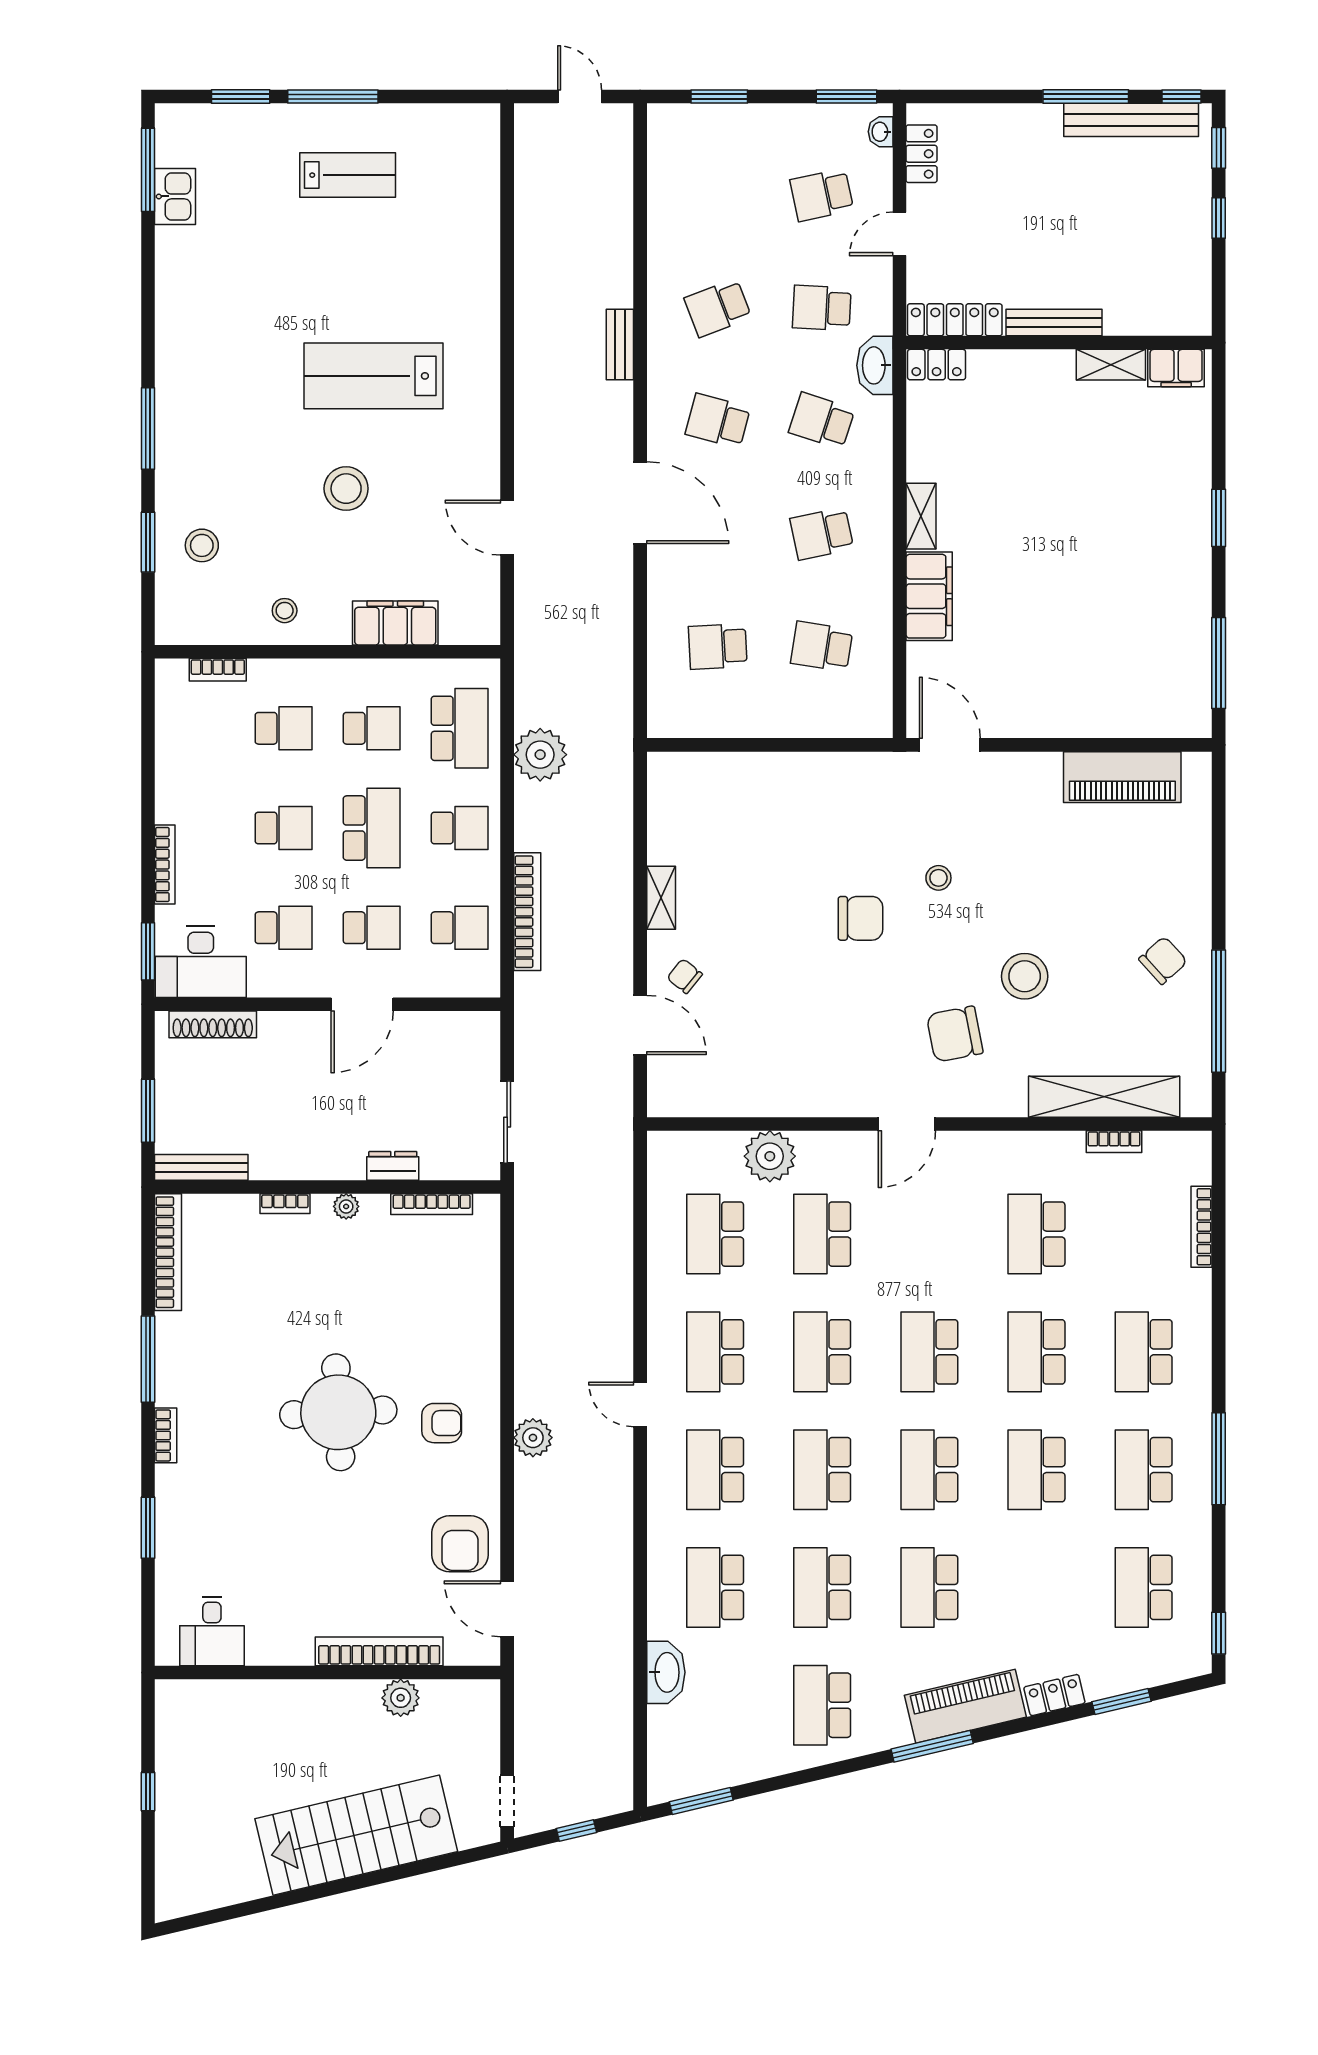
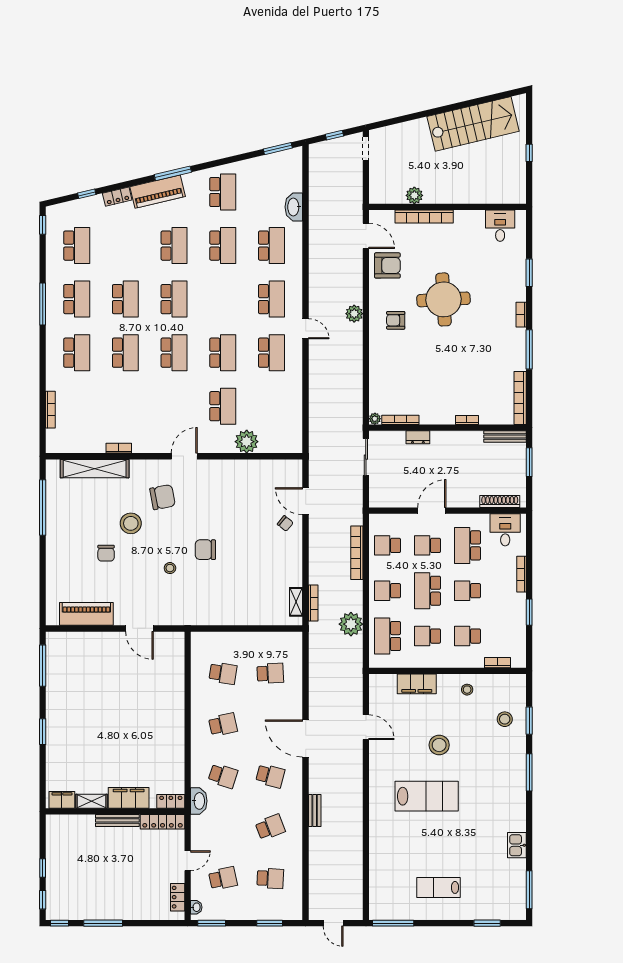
window: (333, 97) -> (393, 923), moved
bench: (1131, 120) -> (82, 913), removed
kitchen sink: (175, 196) -> (517, 845), moved
school desk: (822, 308) -> (270, 878), moved
shelving: (921, 516) -> (178, 732), removed
filing cabinet: (929, 596) -> (129, 798), moved, turned 90
door: (950, 745) -> (139, 628), moved
bookcase: (623, 801) -> (313, 603), added
shelving: (661, 898) -> (296, 602), moved
school desk: (284, 928) -> (468, 545), width x1.85
window: (148, 951) -> (529, 612), moved
chair: (1163, 960) -> (106, 553), moved, turned -48
desk: (201, 962) -> (505, 530), width x0.73
bookcase: (1114, 1142) -> (119, 448), moved
plant: (346, 1206) -> (375, 419), moved
school desk: (715, 1234) -> (271, 406), removed
school desk: (1037, 1234) -> (125, 406), removed
round table: (338, 1412) -> (443, 299), moved
school desk: (822, 1470) -> (223, 299), removed
armchair: (460, 1544) -> (387, 265), turned 90
window: (1122, 1701) -> (87, 194), width x0.67
stairs: (356, 1835) -> (473, 124), moved

